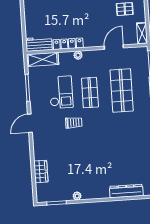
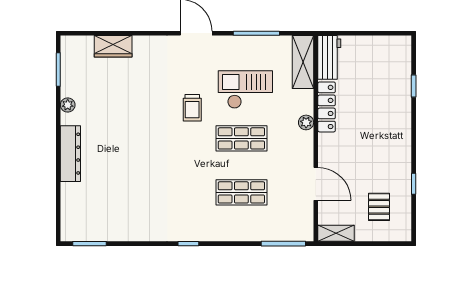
shop shelf: (122, 90) -> (241, 192), width x0.70, depth x0.74
checkout: (61, 92) -> (245, 90), turned 180
dresser: (126, 191) -> (70, 154), moved

